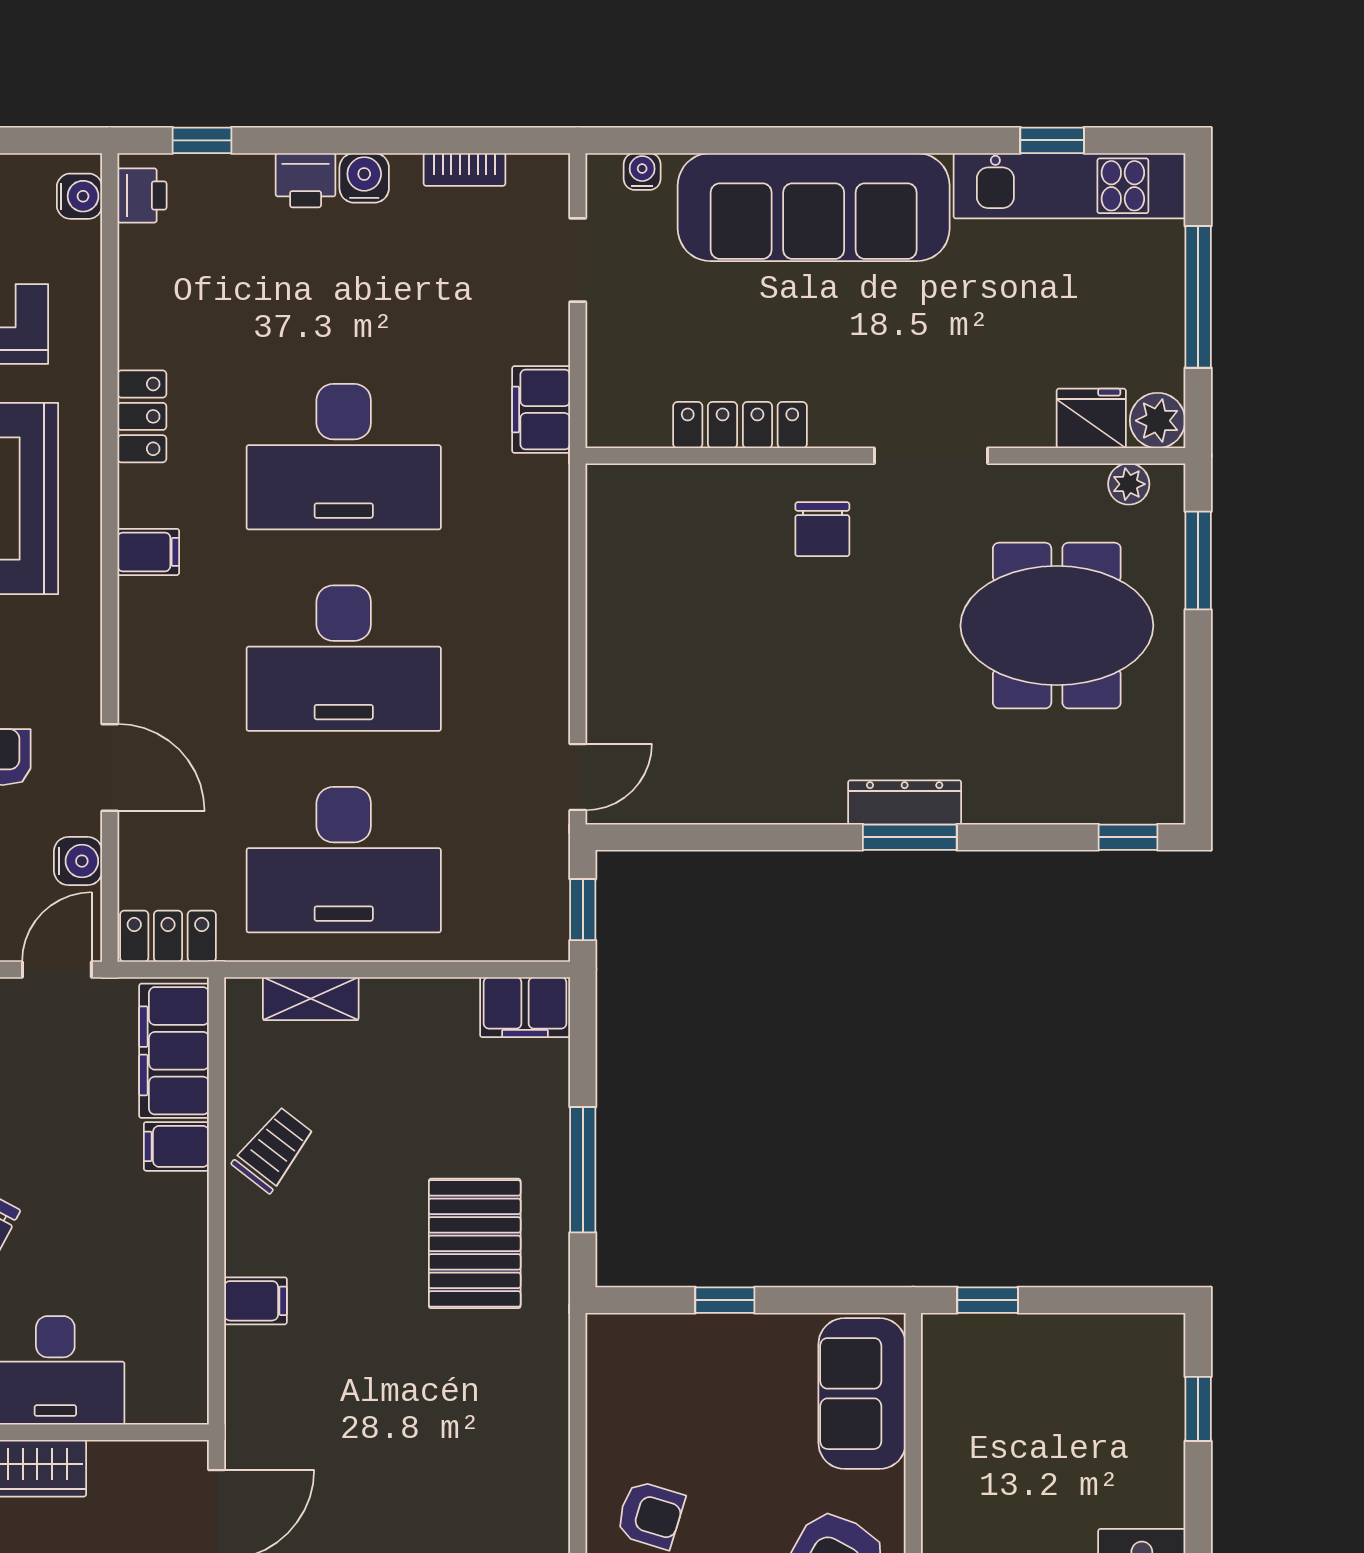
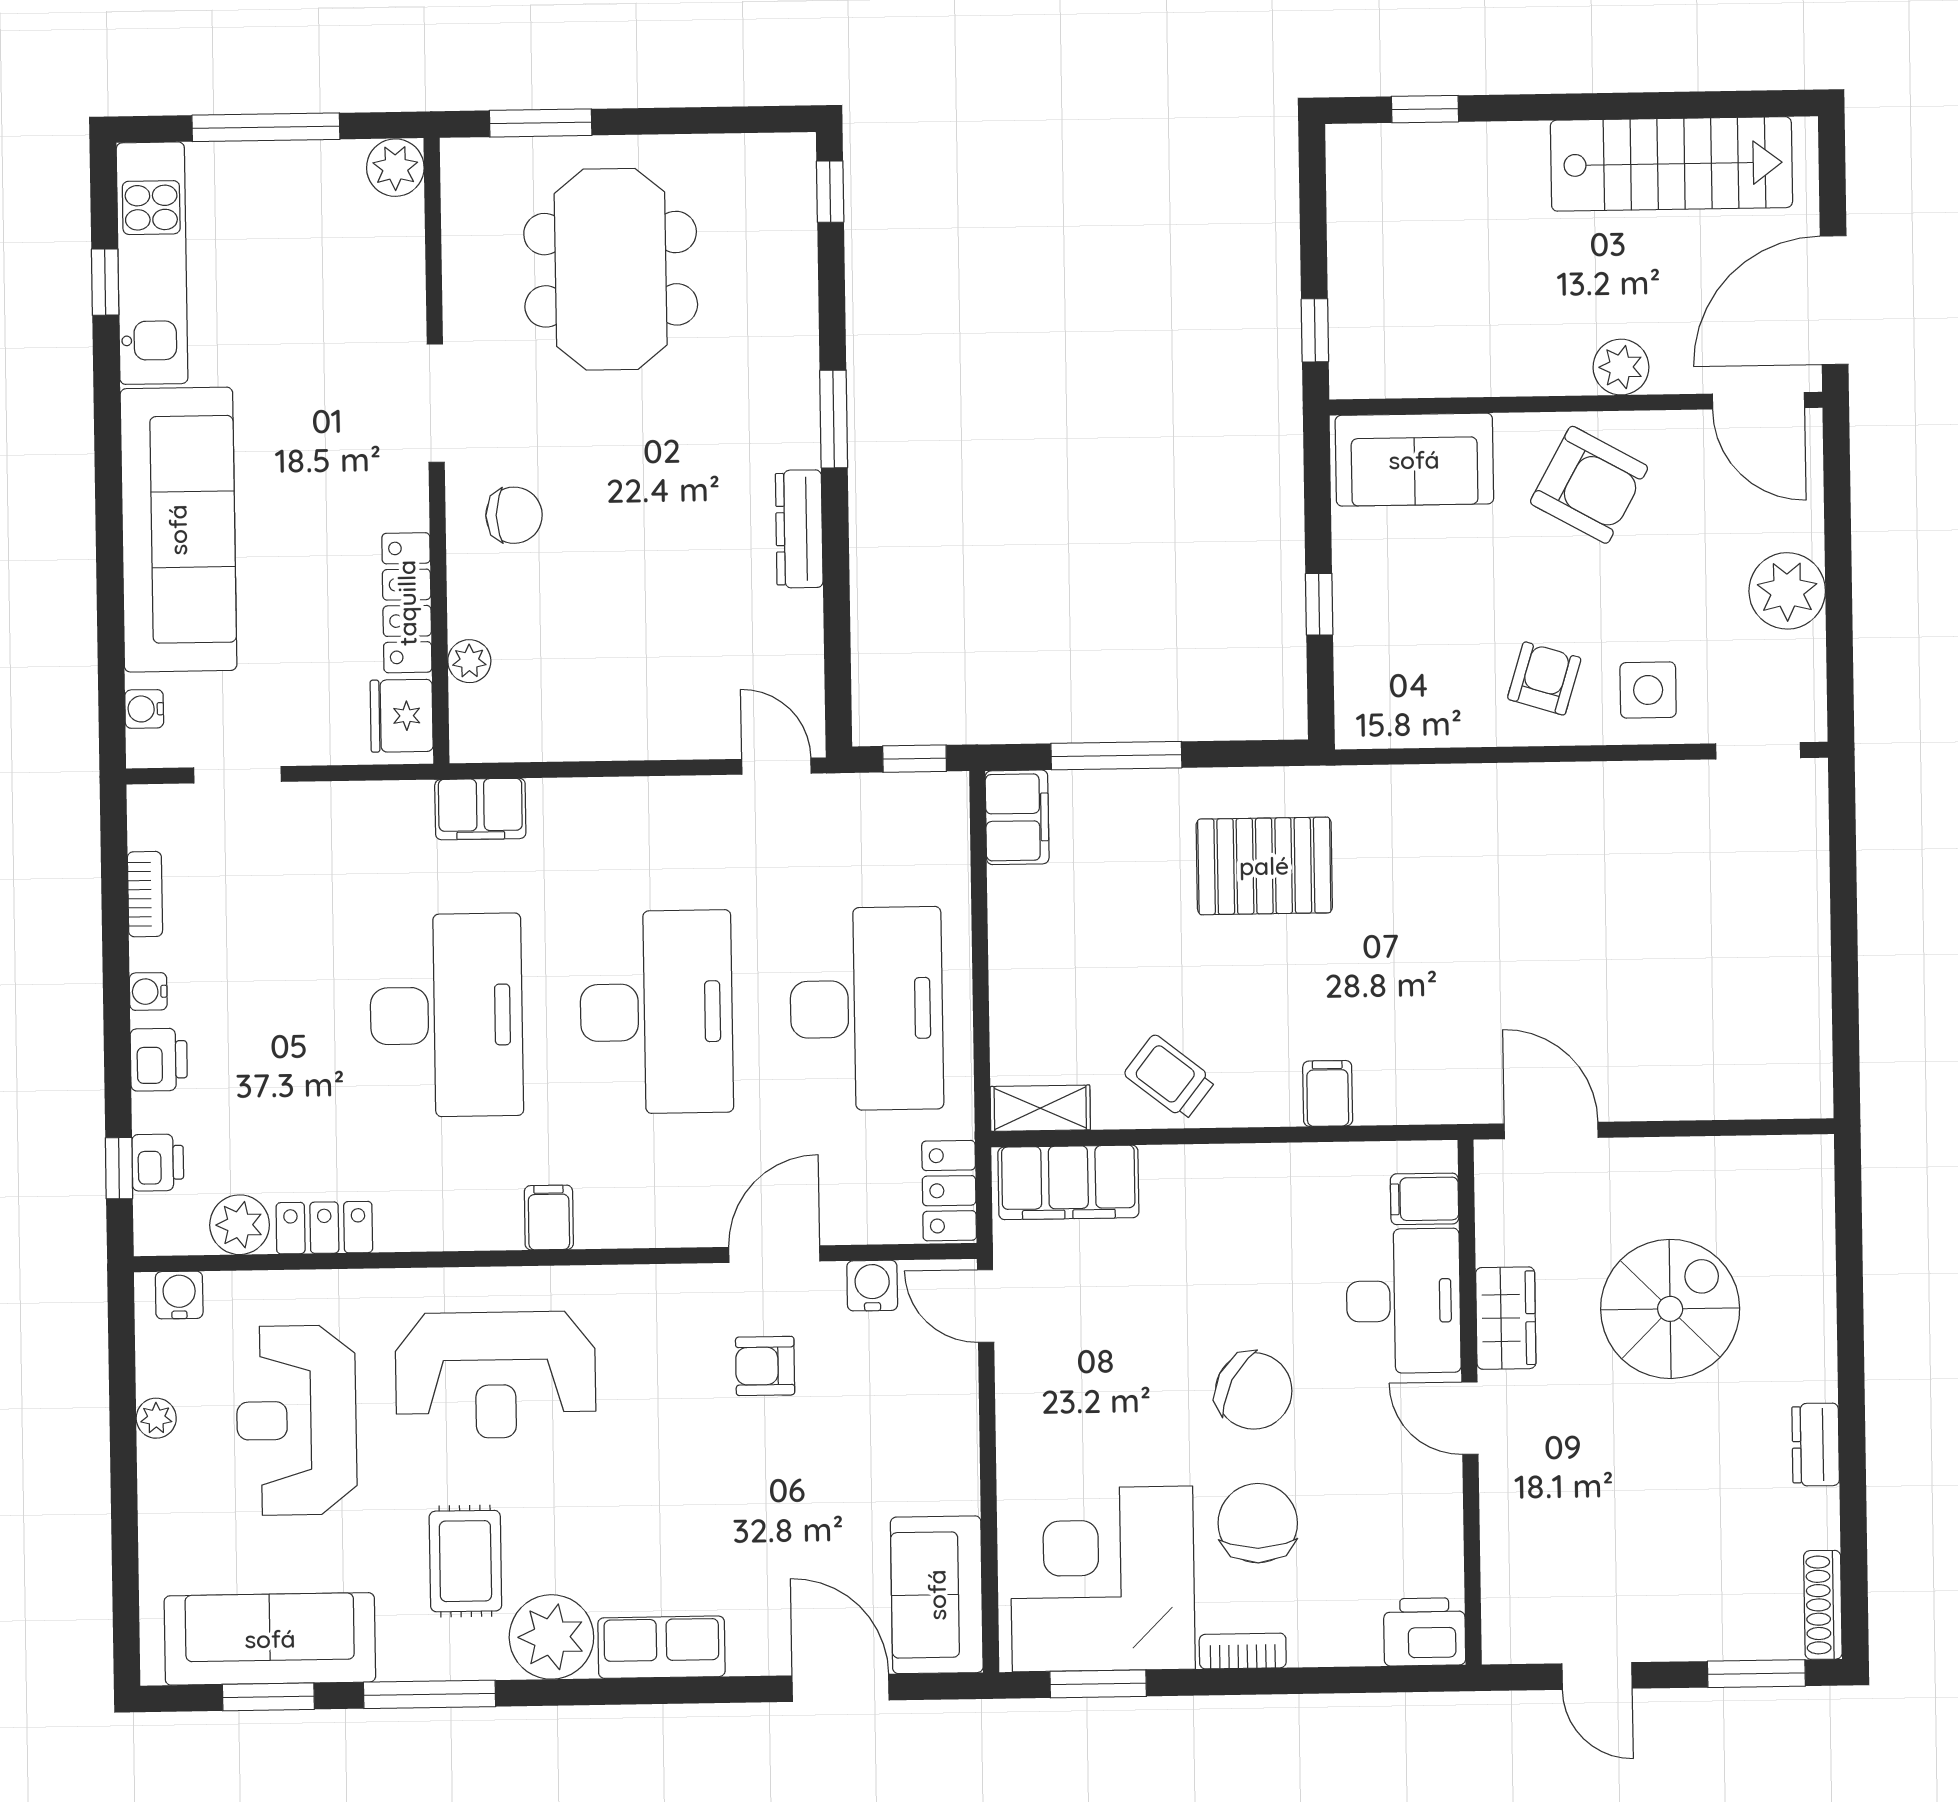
water cooler: (364, 178) -> (148, 991), width x0.72, depth x0.72
printer: (142, 195) -> (158, 1163), moved, turned 90
plant: (146, 255) -> (240, 1225), added
filing cabinet: (541, 410) -> (480, 809), moved
locker: (142, 416) -> (324, 1228), moved
fridge: (1091, 418) -> (402, 716), moved
plant: (1129, 484) -> (469, 661), moved
dresser: (905, 802) -> (799, 529), moved
shelving: (311, 999) -> (1040, 1108), moved, turned 90
filing cabinet: (176, 1146) -> (1425, 1199), moved, turned 90
window: (583, 1170) -> (1116, 756), moved

